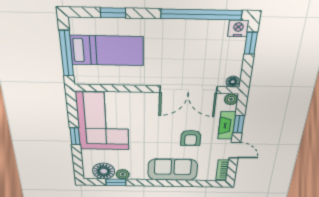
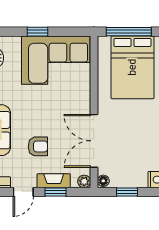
window: (251, 43) -> (127, 192), moved
bed: (107, 51) -> (132, 67), width x1.50
armchair: (191, 138) -> (38, 146), turned 180

